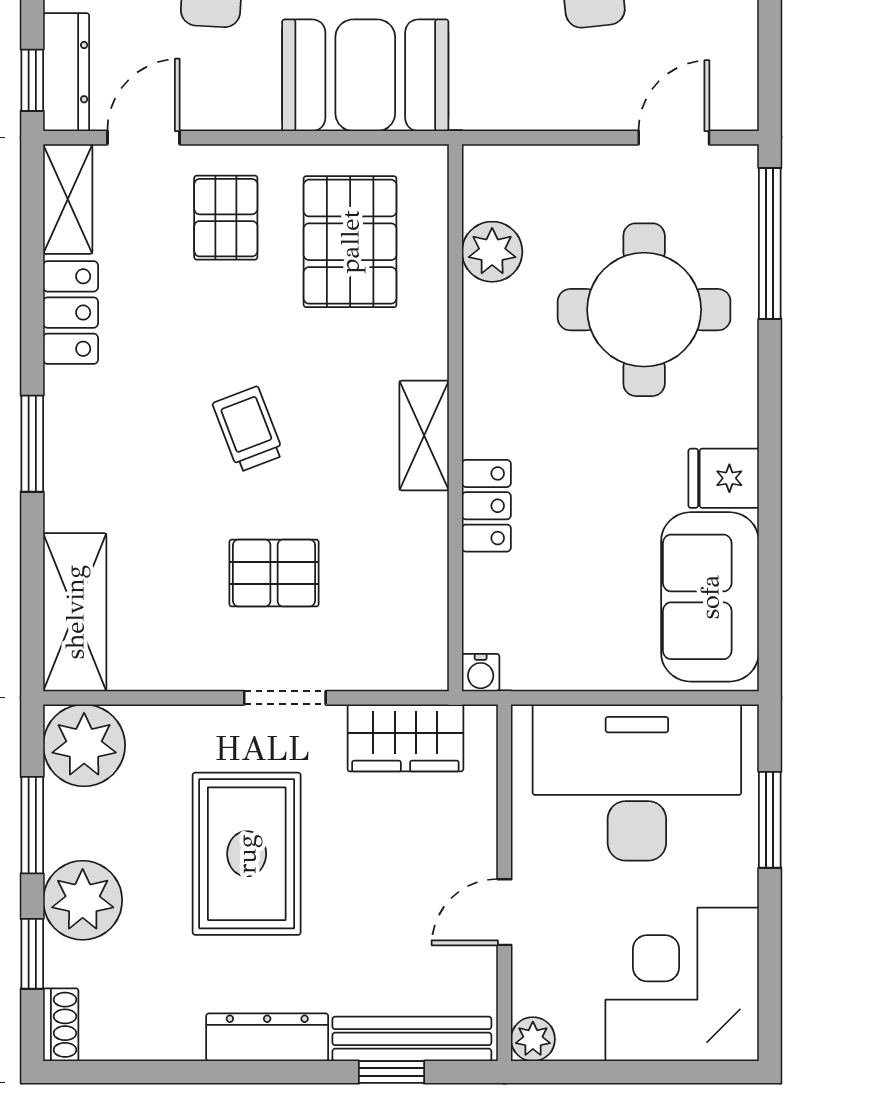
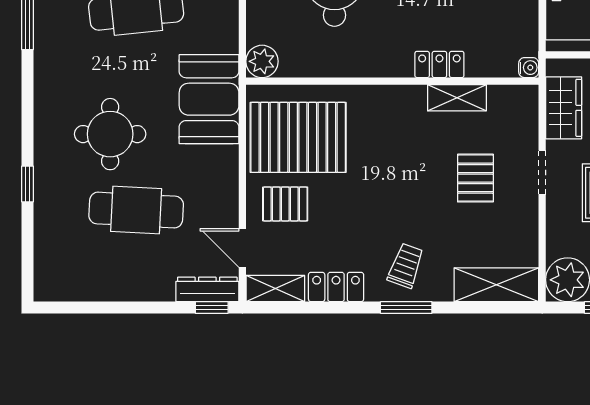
booth: (365, 75) -> (209, 99), moved
pallet: (350, 242) -> (298, 137), width x1.37, depth x1.41
plant: (492, 252) -> (262, 61), moved
trolley: (248, 429) -> (406, 266), moved, turned 131
shelving: (424, 436) -> (457, 98), moved

